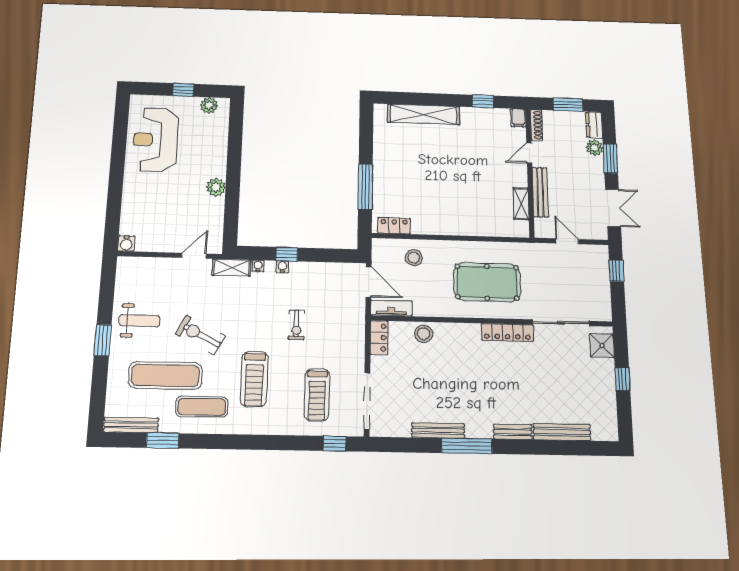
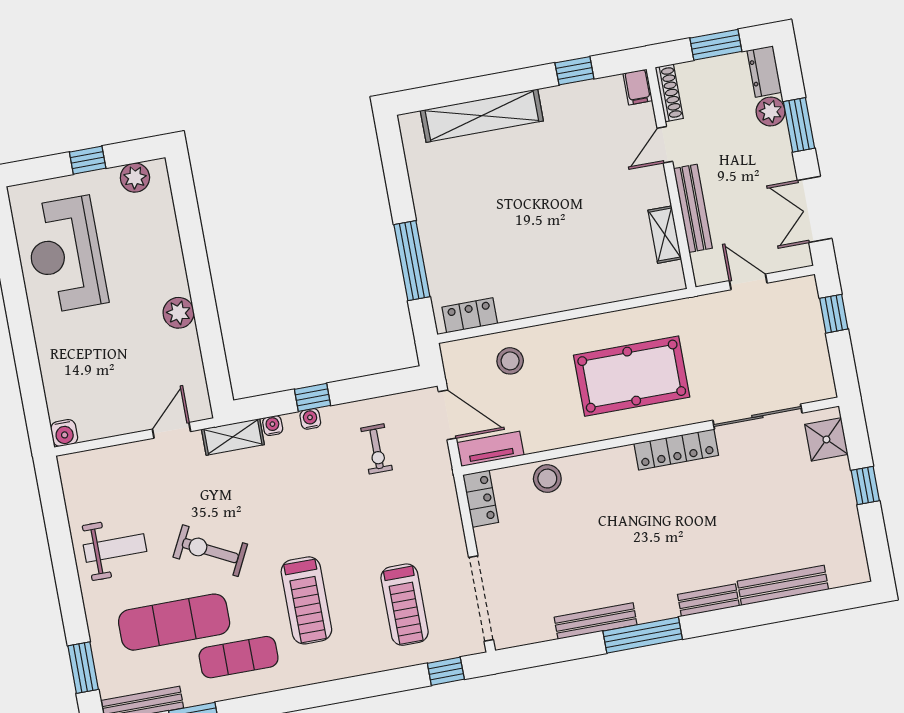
double door: (613, 208) -> (815, 209), swing flipped
exercise bike: (296, 325) -> (377, 449), moved
window: (103, 340) -> (83, 668), moved

